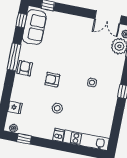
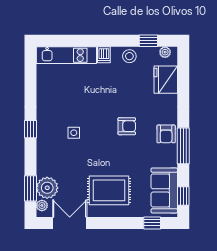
rug: (75, 35) -> (109, 190), added
fridge: (15, 107) -> (166, 80), width x1.88, depth x1.34
stool: (57, 108) -> (129, 56), moved

